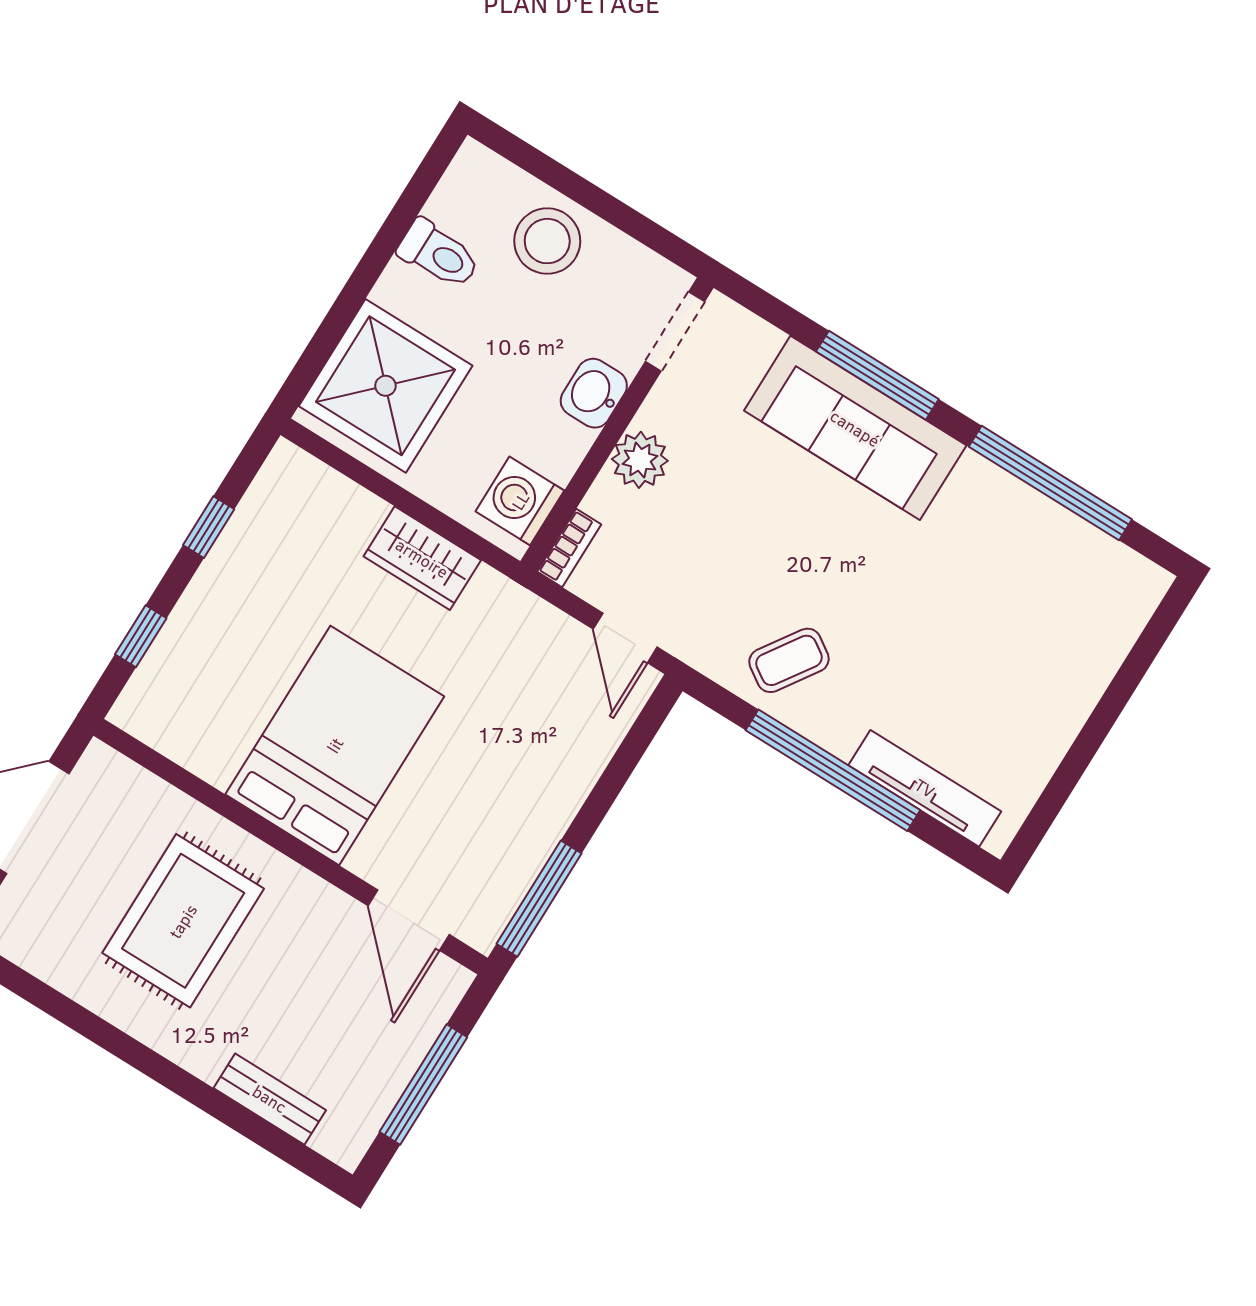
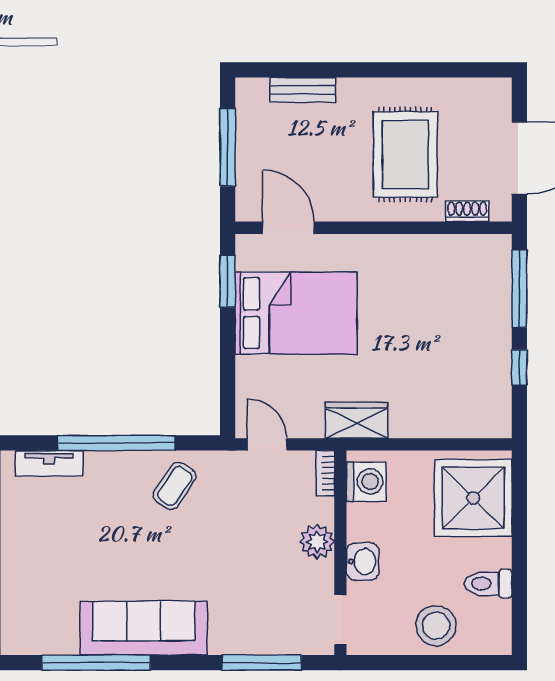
window: (877, 375) -> (262, 663), moved
sofa: (855, 428) -> (144, 628), moved
wardrobe: (422, 558) -> (356, 420), moved
window: (141, 636) -> (519, 289), width x2.17
bed: (335, 745) -> (296, 313), moved, turned -90
tv unit: (925, 788) -> (49, 463), width x0.71
shoe rack: (146, 789) -> (467, 211), added
window: (539, 899) -> (228, 281), width x0.69

